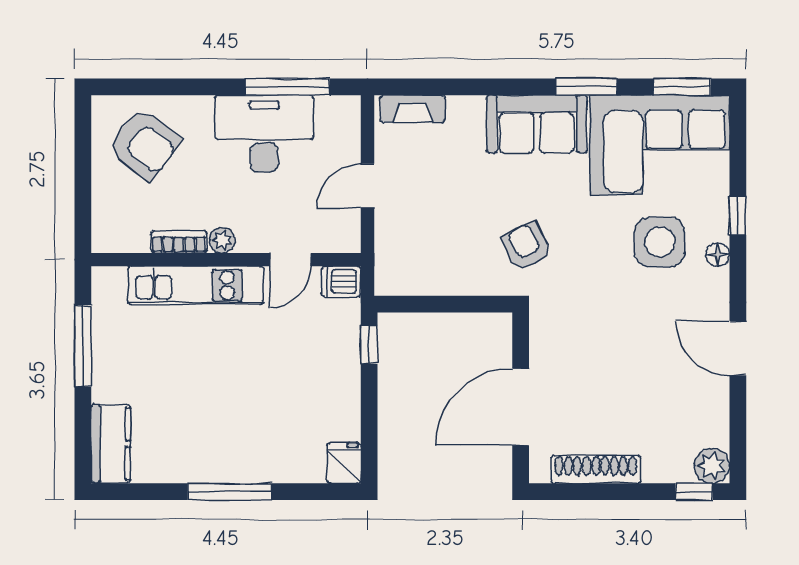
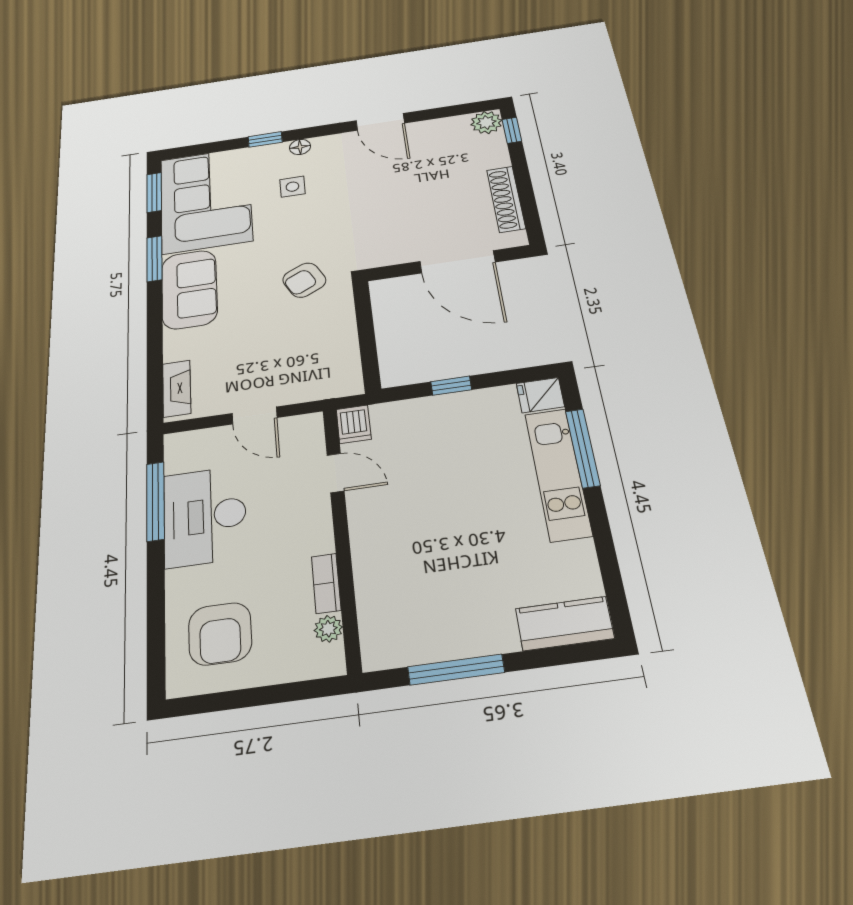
armchair: (145, 144) -> (220, 634), turned 142
plant: (222, 240) -> (328, 629), moved
side table: (660, 242) -> (292, 187), width x0.54, depth x0.54
kitchen unit: (196, 285) -> (558, 474), moved, turned 180
window: (369, 345) -> (451, 386), moved
door: (738, 348) -> (380, 122), hinge flipped
window: (230, 492) -> (583, 448), moved

